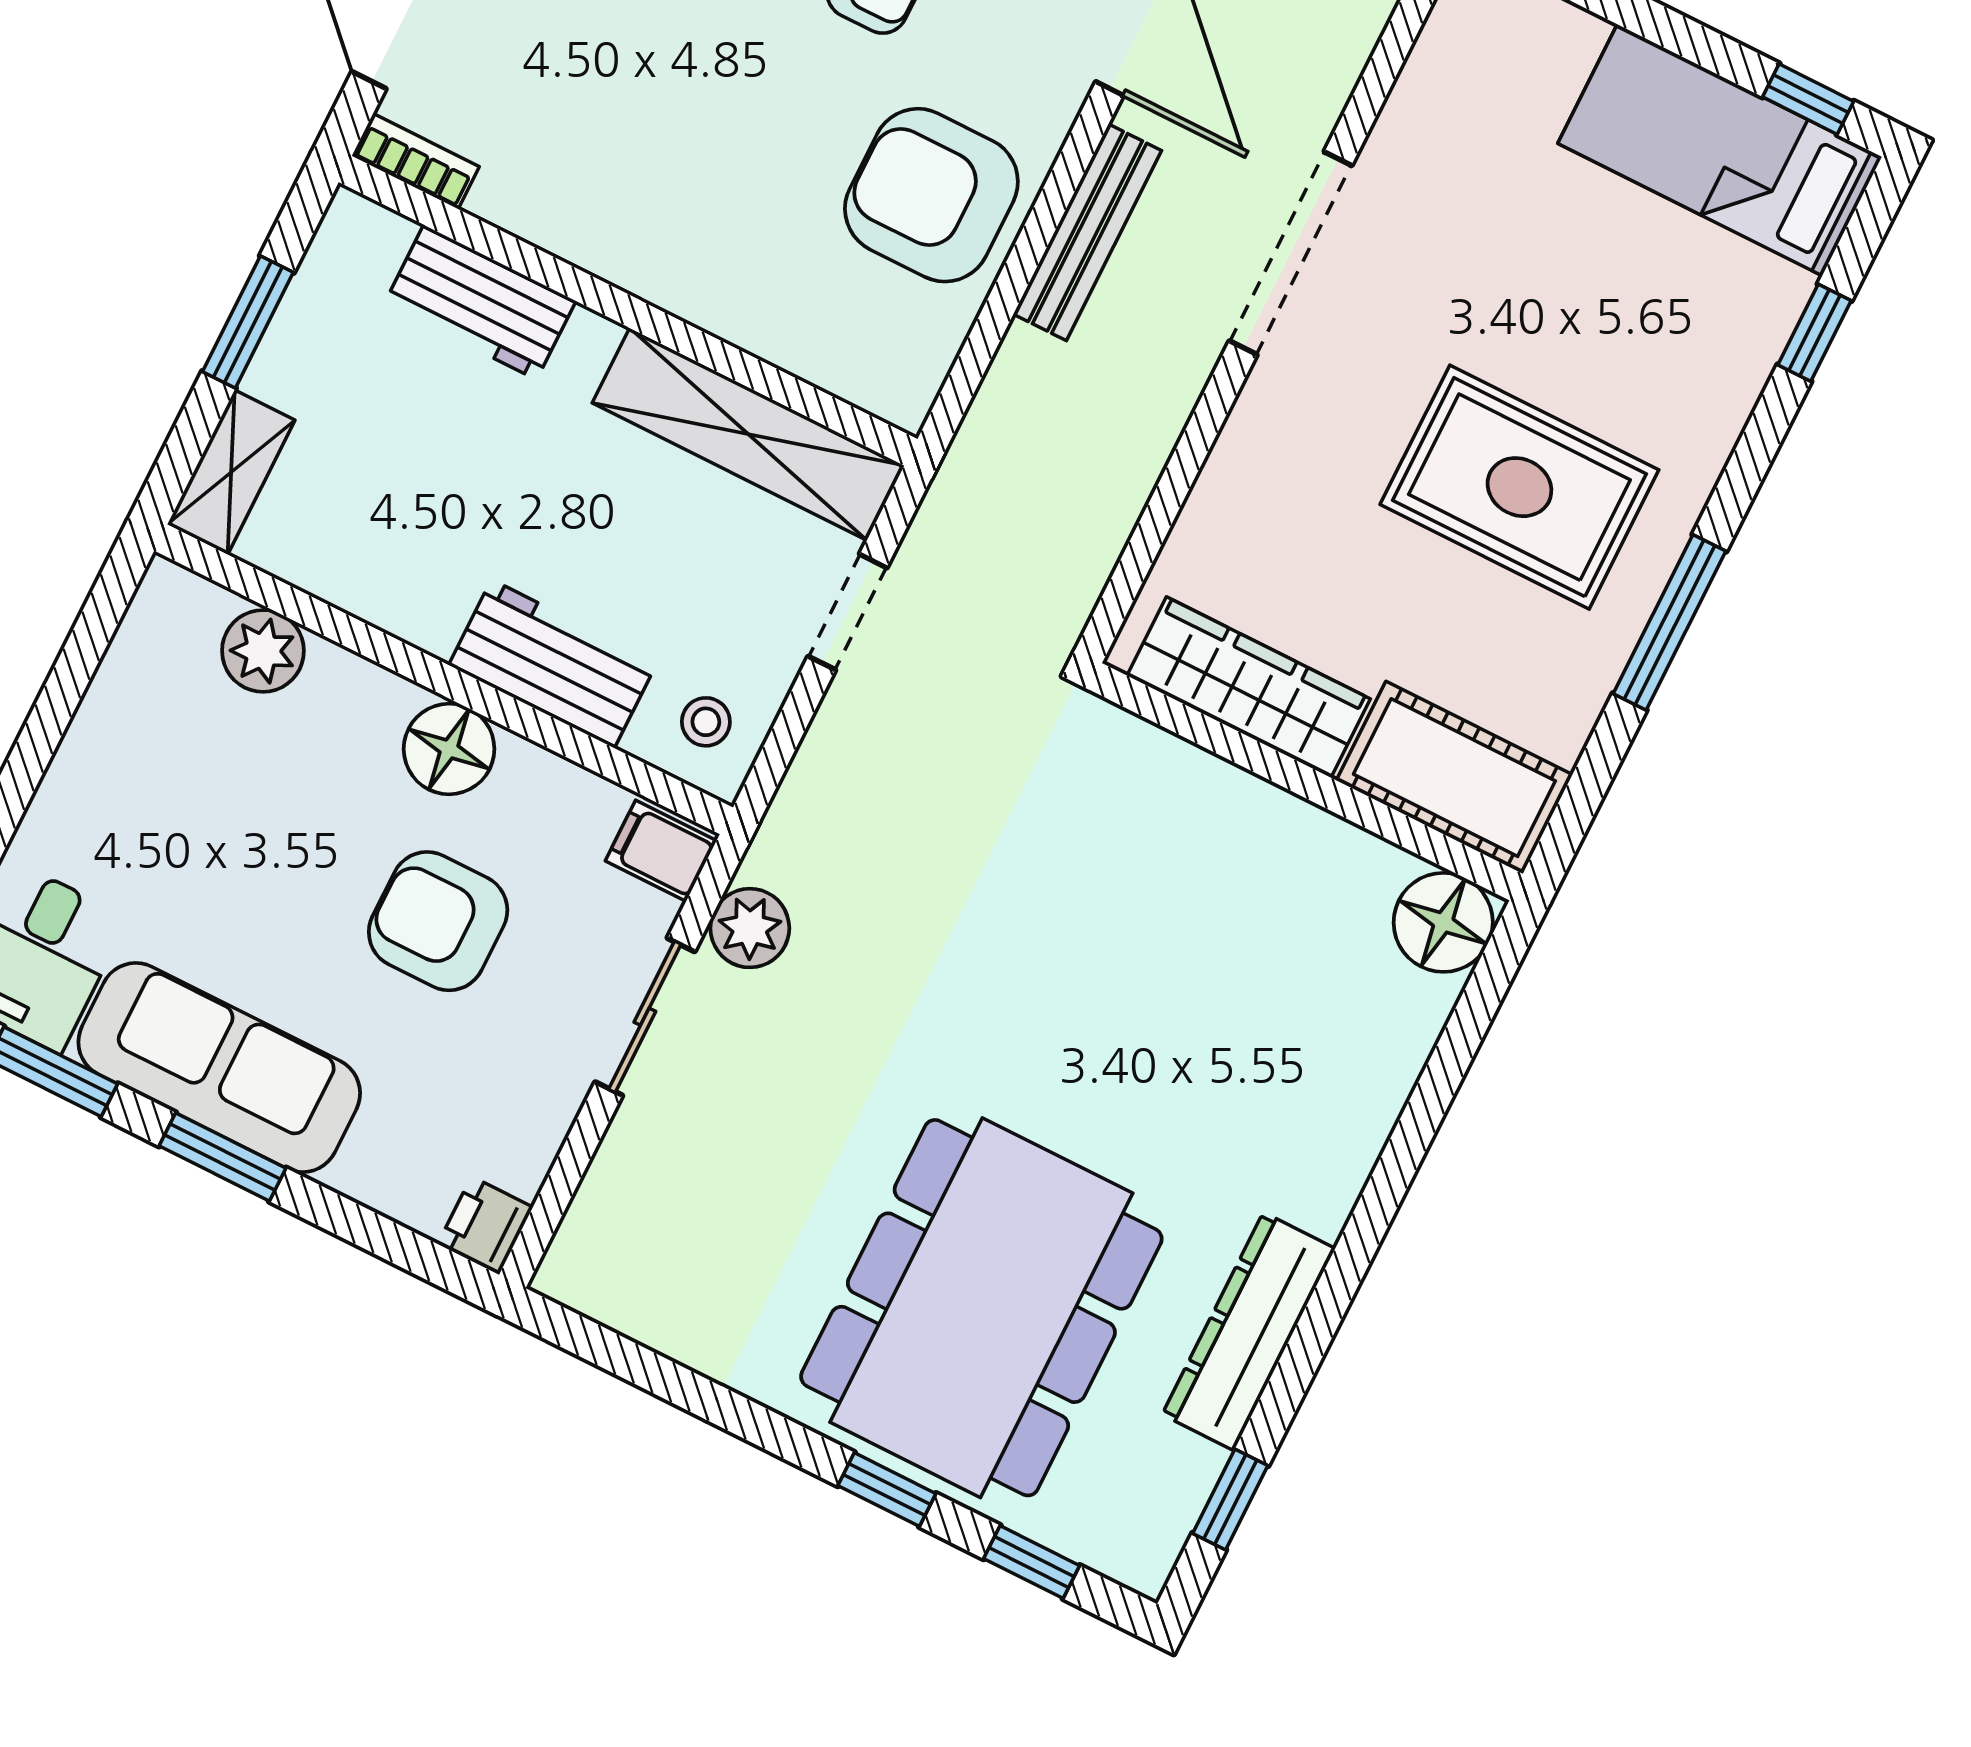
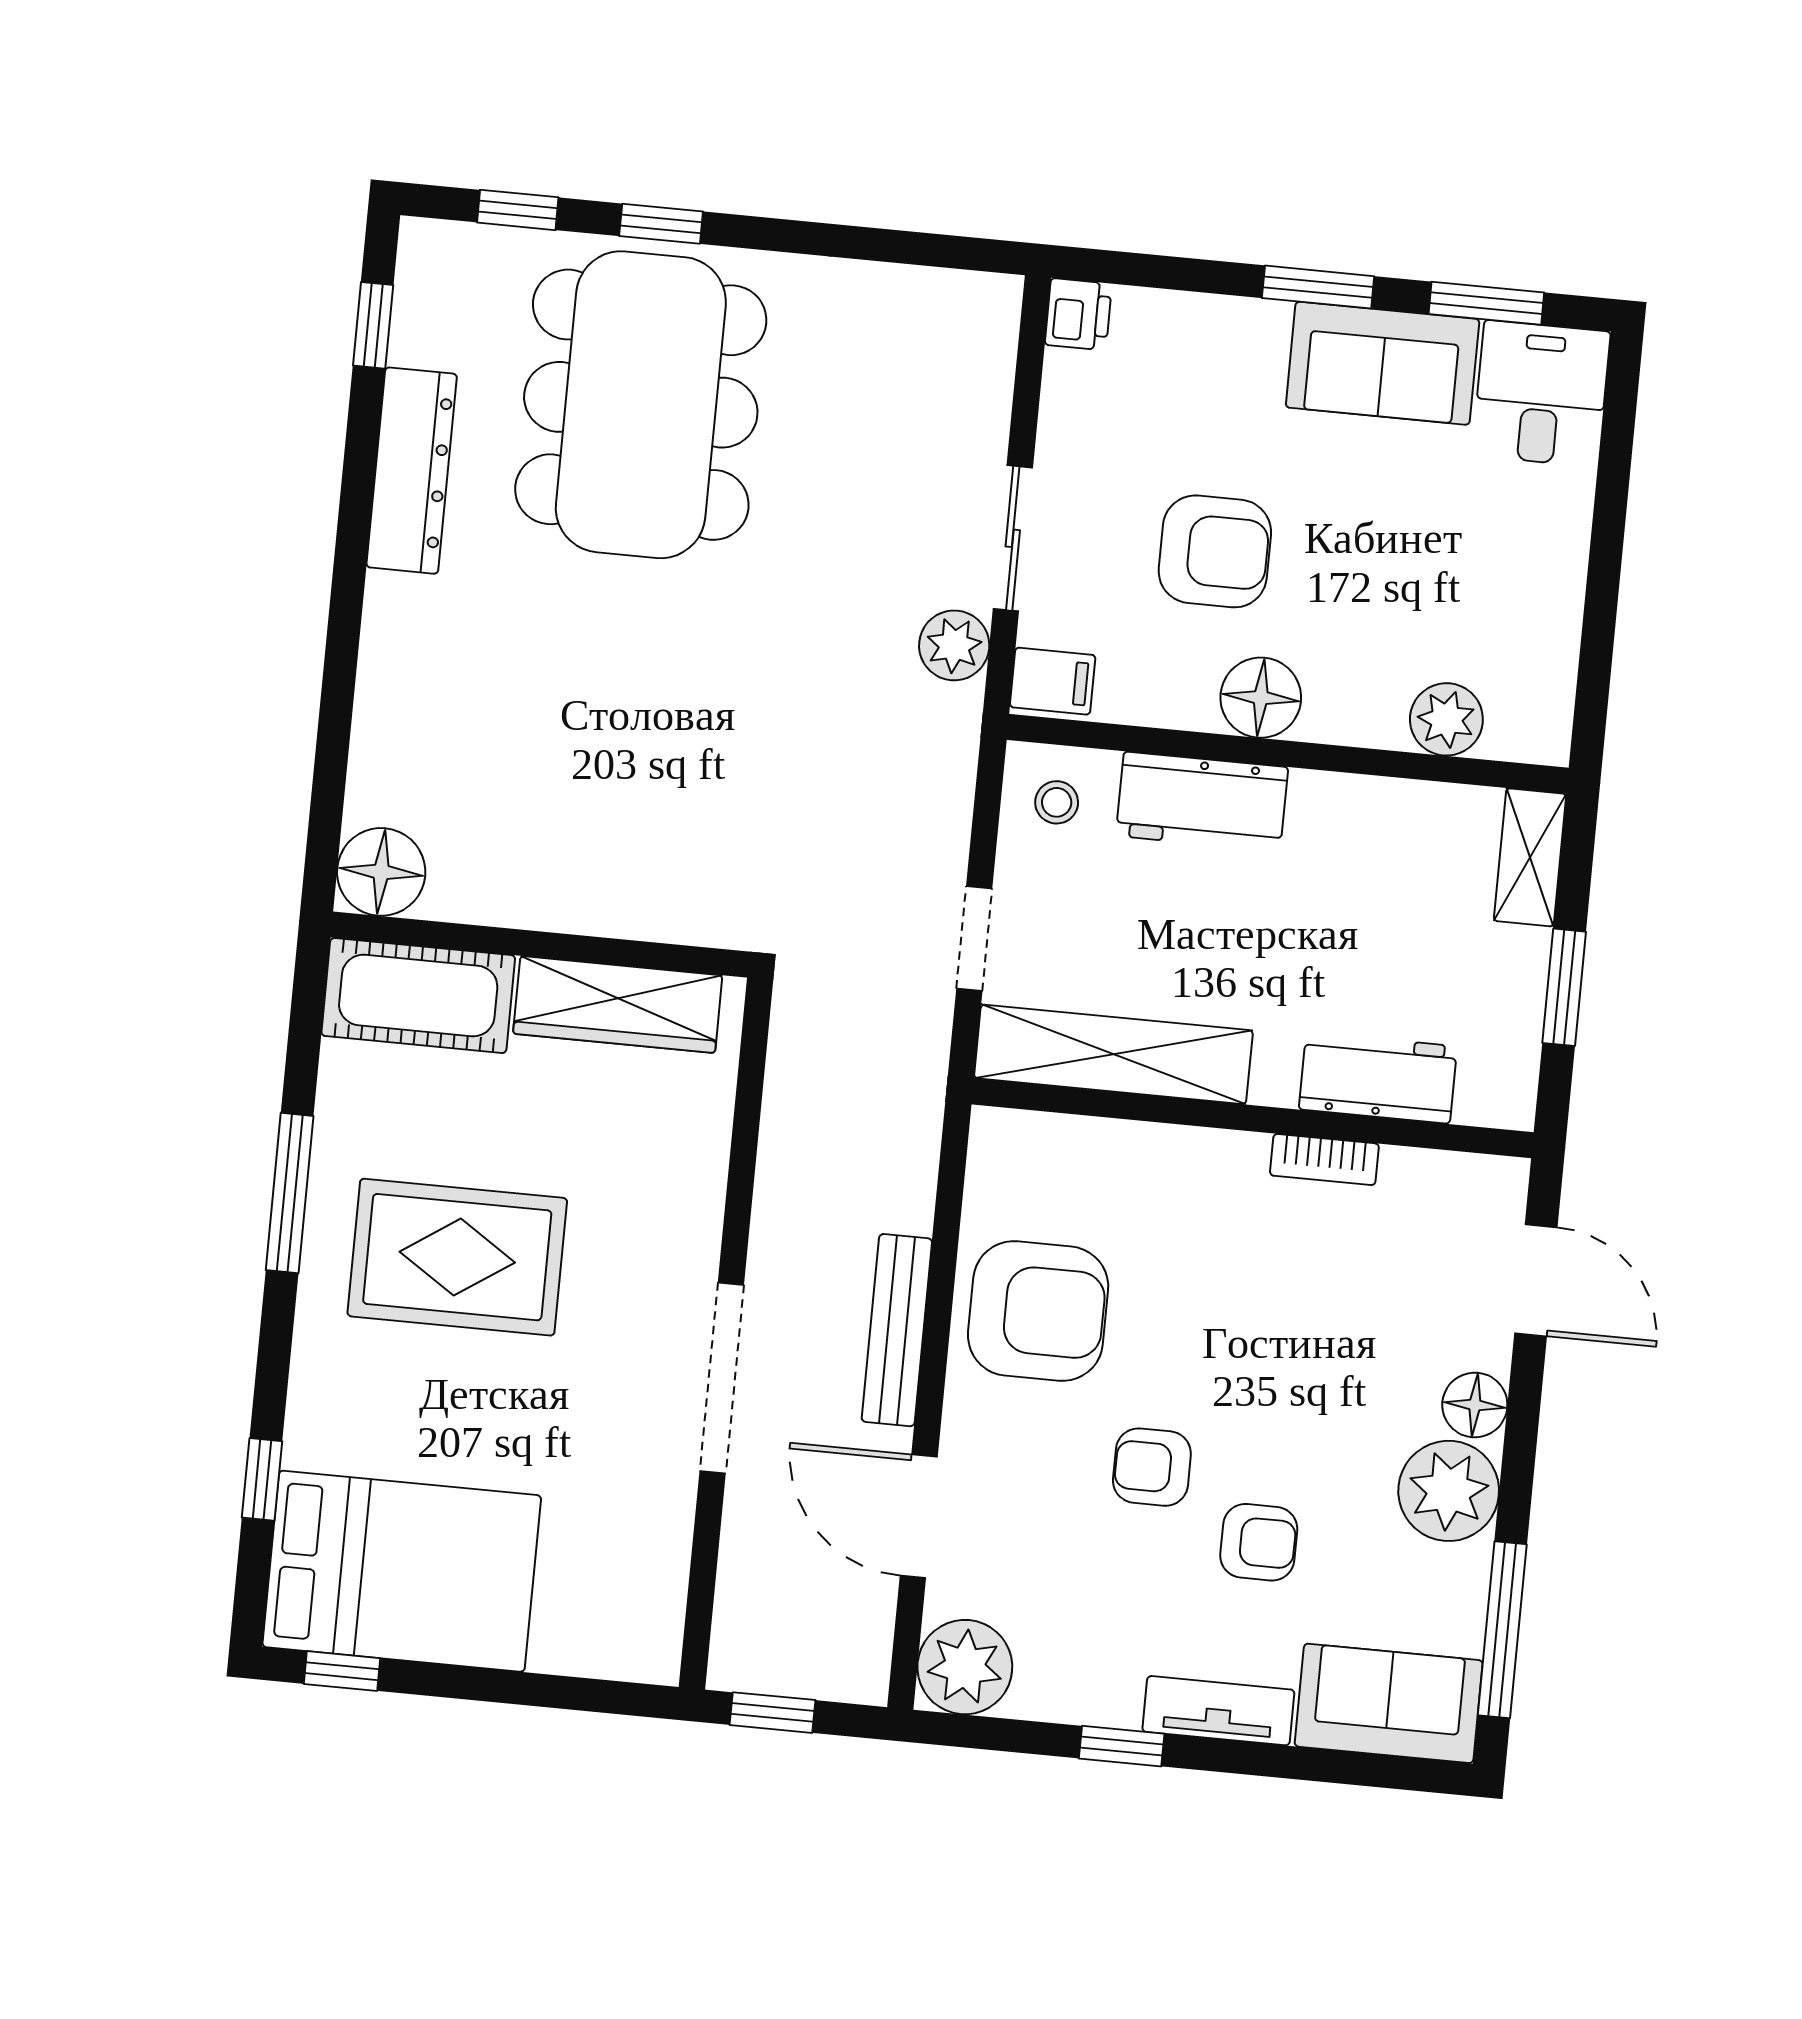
bed: (1720, 150) -> (402, 1571), width x1.50
bookcase: (416, 161) -> (1324, 1160), moved
sofa: (219, 1068) -> (1383, 363), width x0.73

